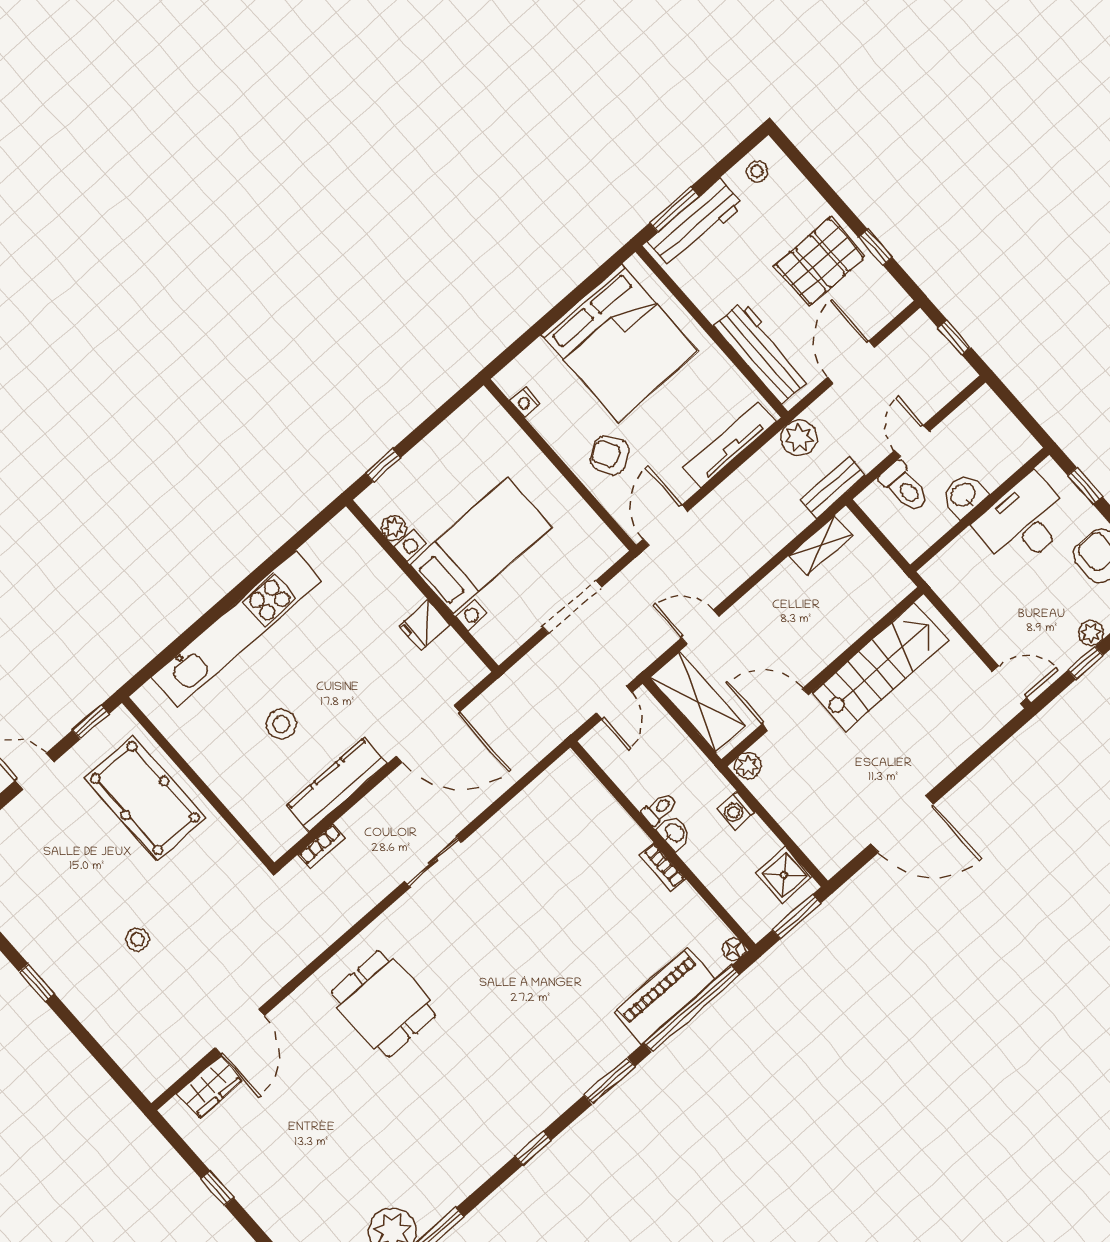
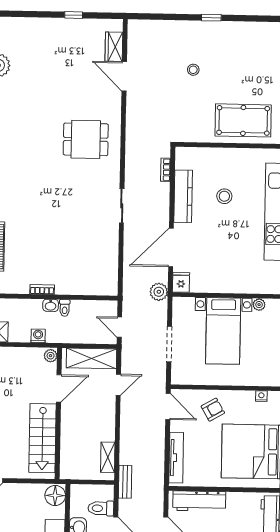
plant: (799, 438) -> (159, 292), moved
floor lamp: (947, 571) -> (55, 496), added
fridge: (424, 625) -> (181, 282), moved

